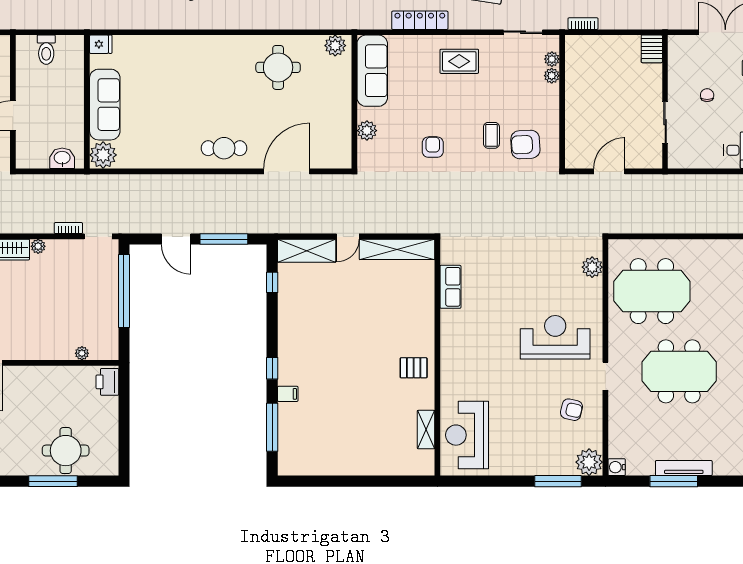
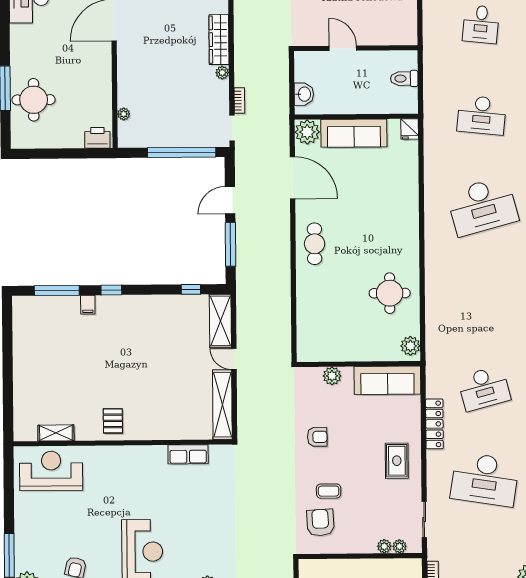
door: (287, 171) -> (293, 178), moved

